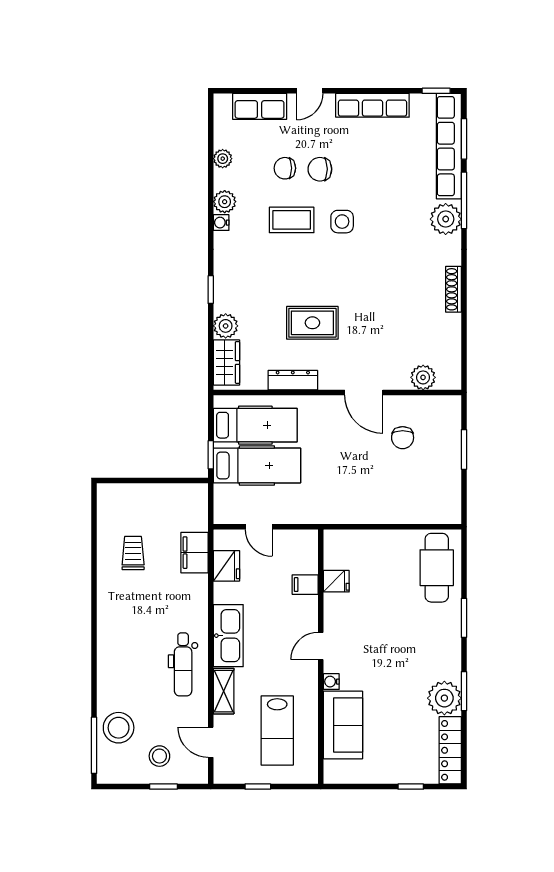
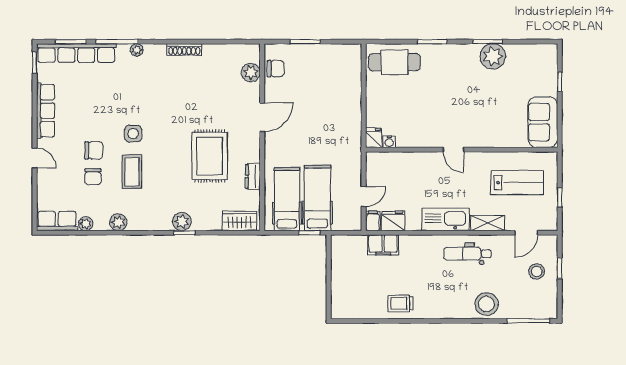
row of seats: (260, 106) -> (57, 221), moved, turned -90
chair: (320, 169) -> (94, 150), turned -90
plant: (446, 219) -> (137, 50), width x0.53, depth x0.53
water cooler: (221, 223) -> (134, 225), removed
rug: (312, 323) -> (210, 156), width x1.36, depth x1.43
plant: (226, 326) -> (182, 222), moved
dresser: (293, 380) -> (253, 176), width x0.70
chair: (403, 438) -> (276, 69), moved
trolley: (133, 553) -> (401, 303), moved
fridge: (336, 581) -> (374, 138), moved
filing cabinet: (305, 585) -> (373, 221), moved, turned 180
dental chair: (183, 664) -> (467, 254), turned 180
water cooler: (331, 682) -> (389, 142), moved
sofa: (343, 725) -> (543, 122), moved, turned -90
stool: (119, 728) -> (487, 304), moved
locker: (450, 750) -> (532, 52), removed

